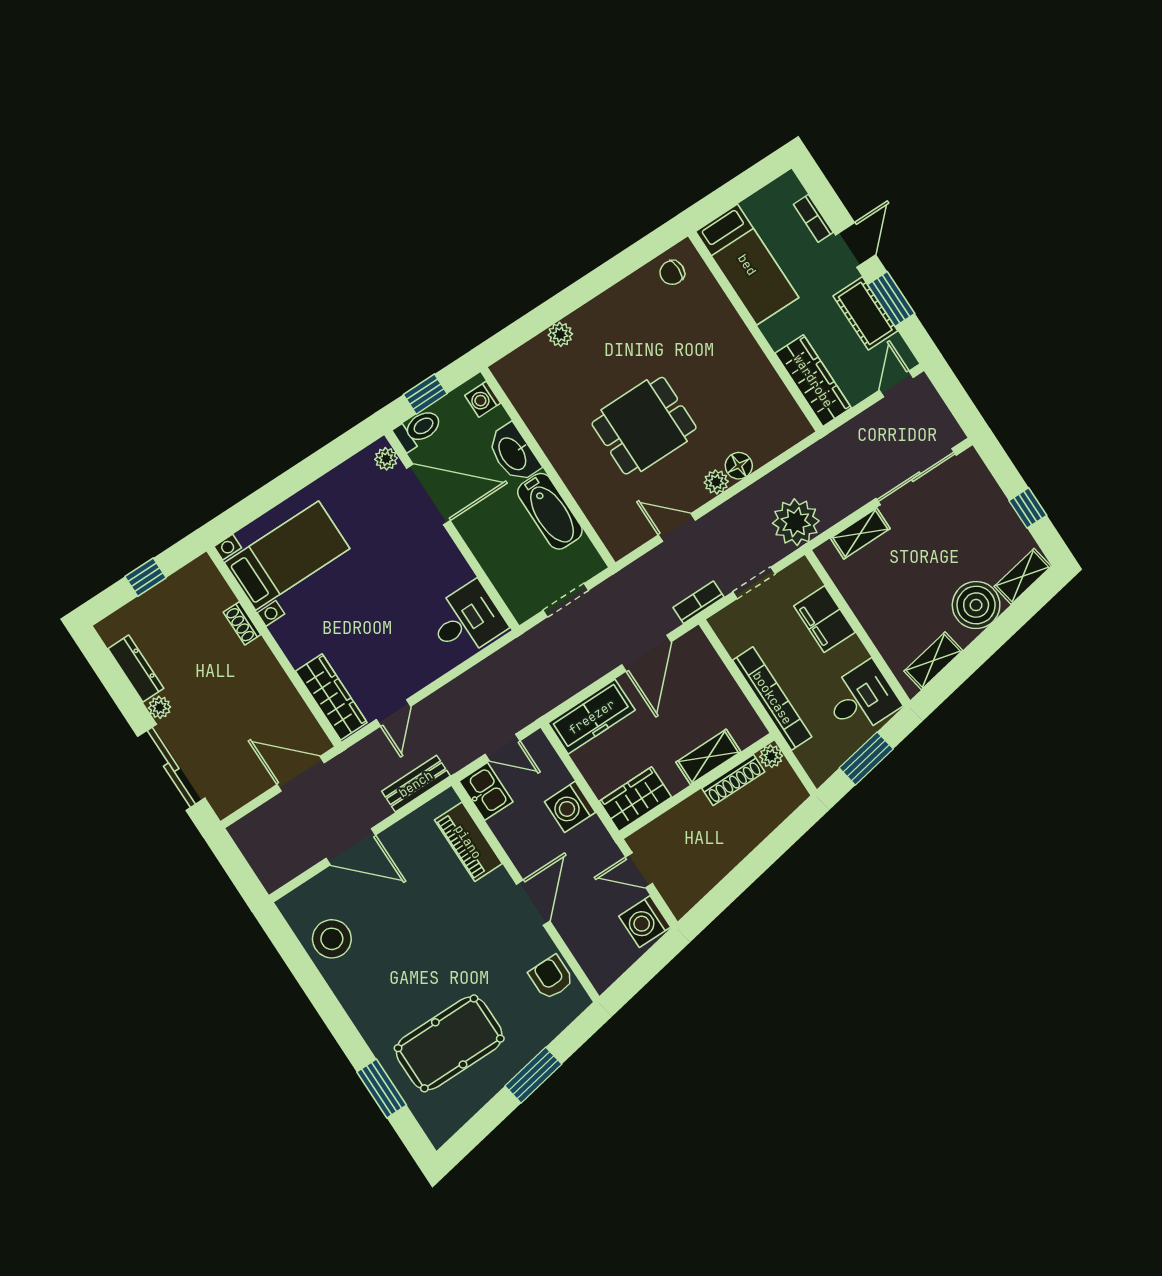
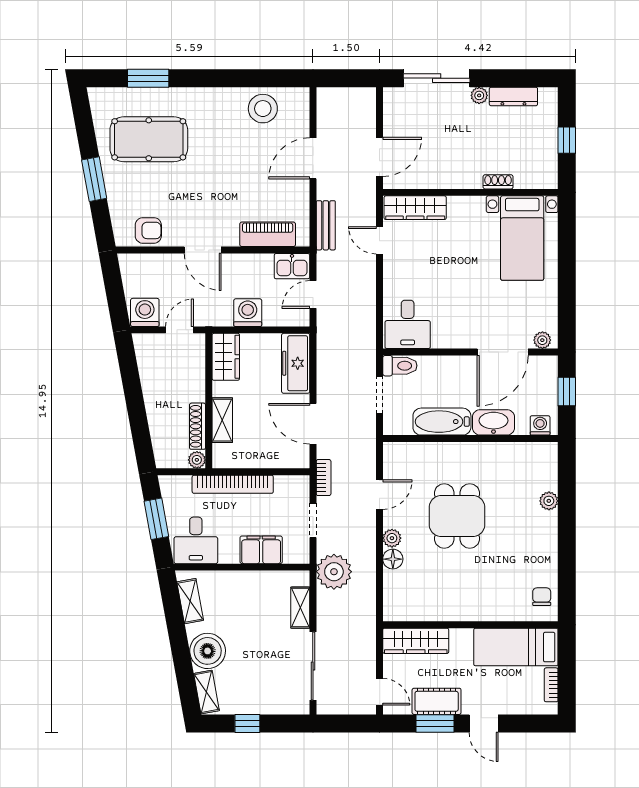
bookcase: (813, 218) -> (551, 685), moved, turned -90
toilet: (418, 429) -> (400, 366), moved, turned -90
pool table: (449, 1043) -> (149, 139), turned 90

